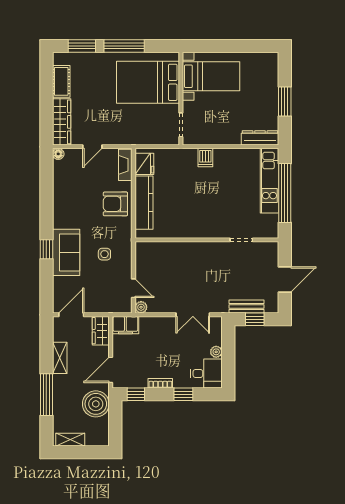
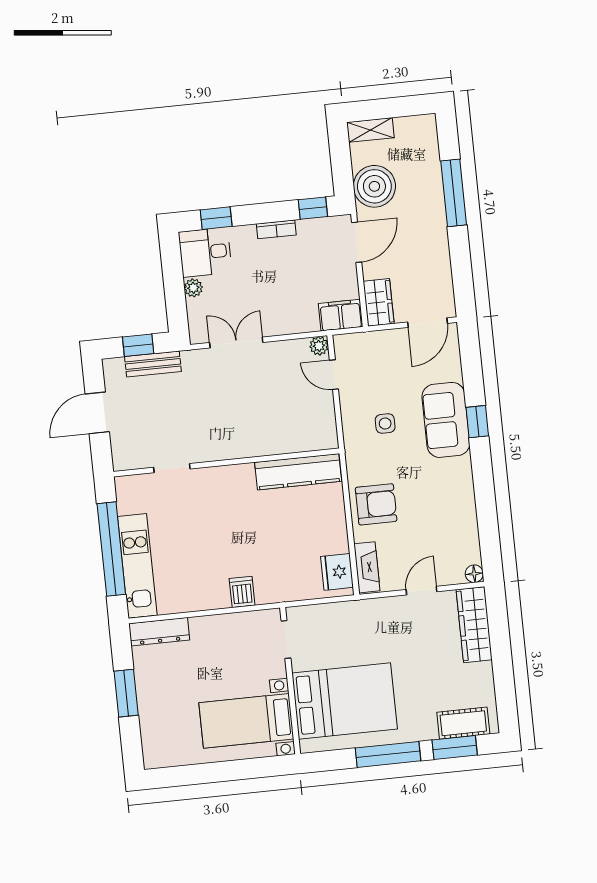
cot: (61, 81) -> (463, 723), moved, turned 90
kitchen counter: (144, 203) -> (298, 472), moved, turned -90
shelving: (60, 358) -> (439, 253), removed
window: (183, 394) -> (216, 218), moved
shelving: (70, 440) -> (370, 130), moved

